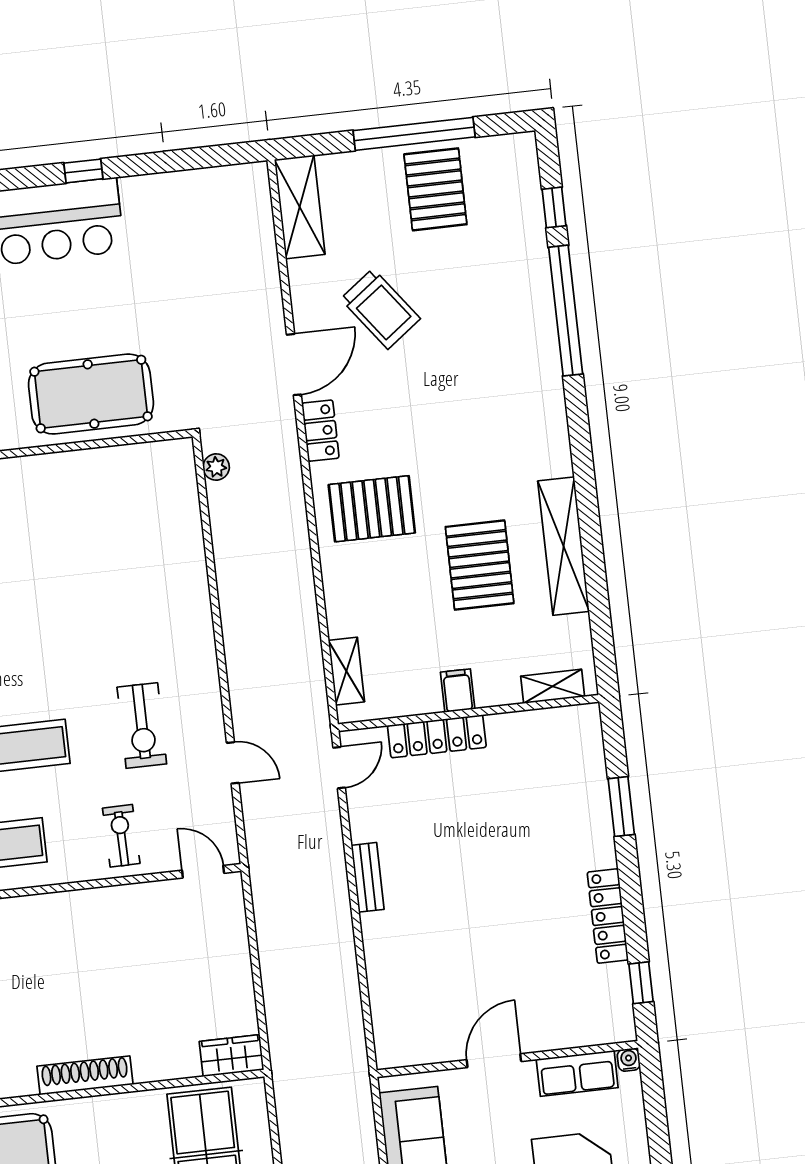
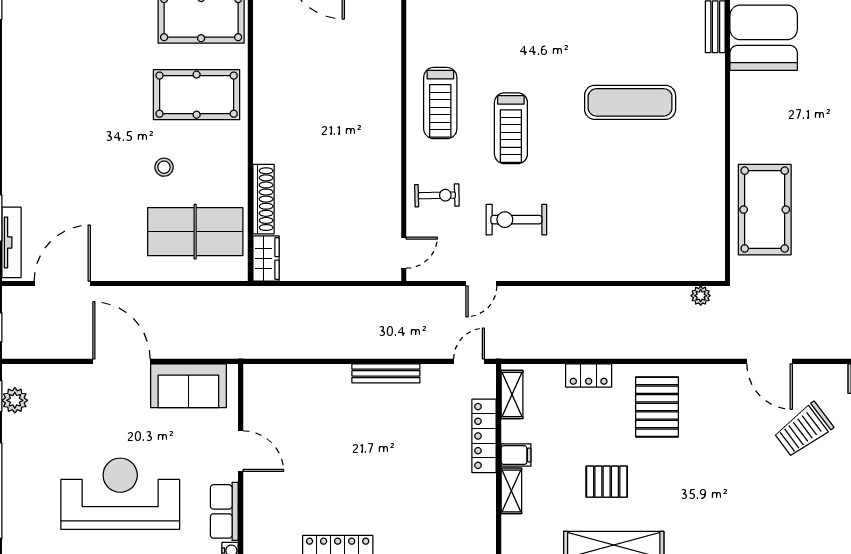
locker: (320, 431) -> (589, 375), moved
pallet: (480, 565) -> (607, 482), width x0.67, depth x0.71
shelving: (346, 671) -> (512, 394), moved, turned 90
shelving: (553, 686) -> (511, 491), moved
door: (339, 768) -> (469, 361), swing flipped
bench: (368, 877) -> (386, 373), width x1.36
shoe rack: (85, 1075) -> (263, 199), moved

